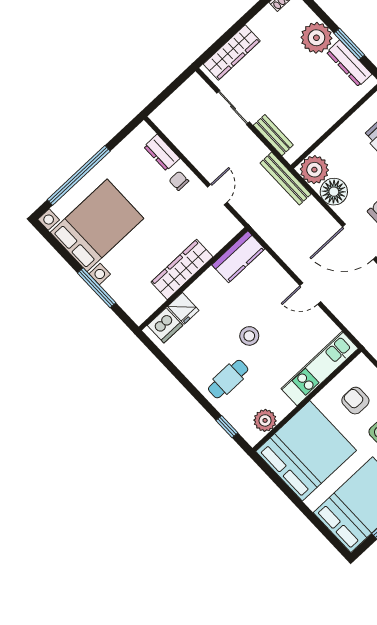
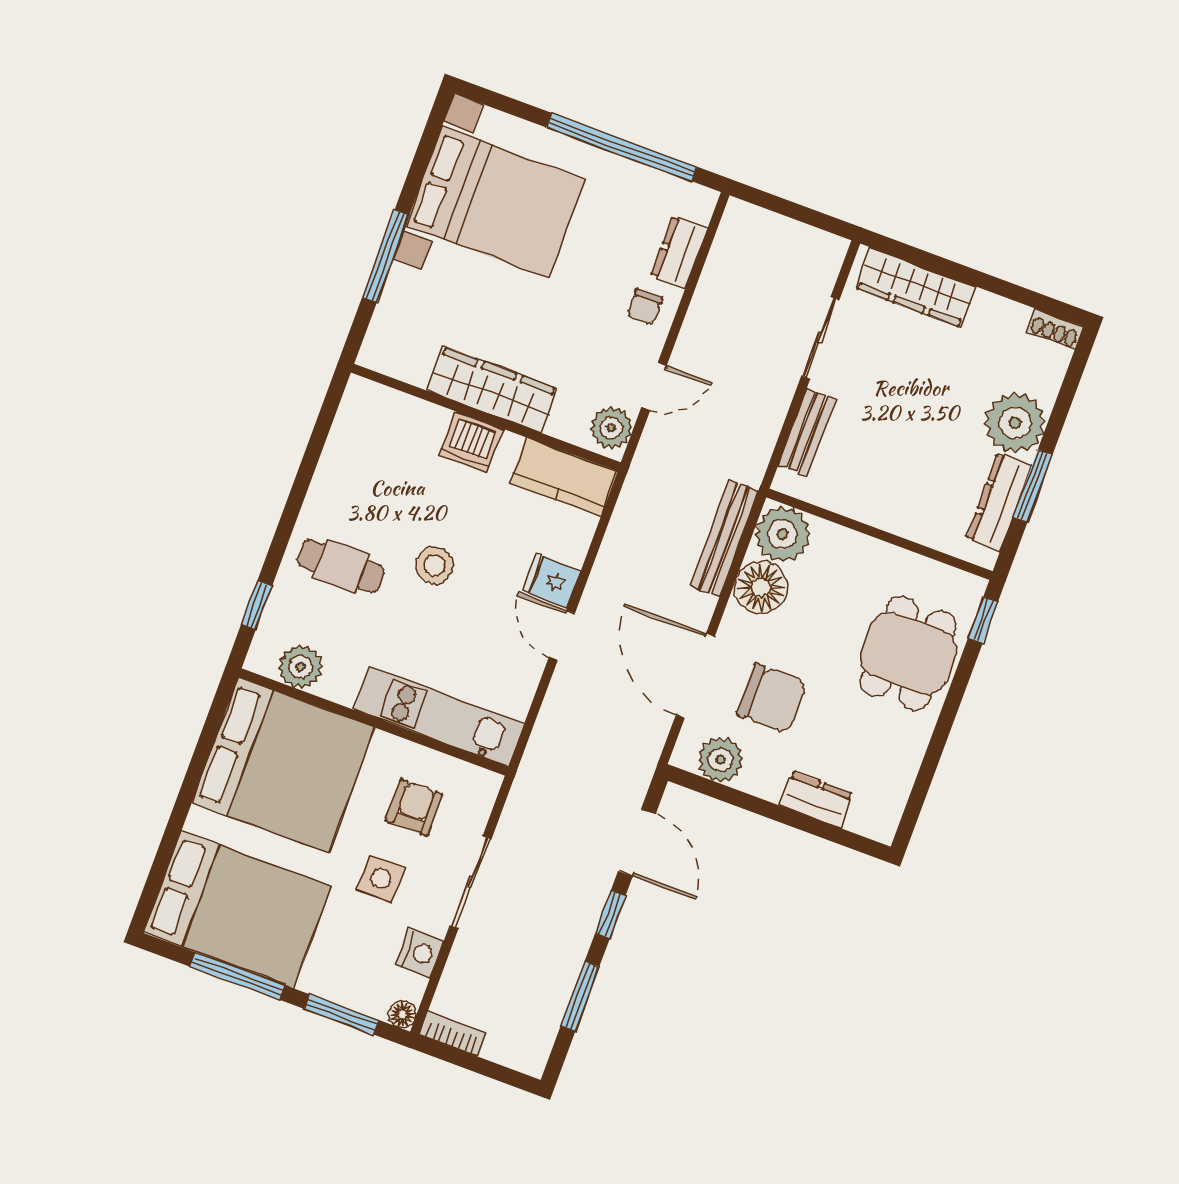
window: (79, 175) -> (622, 147), moved
bench: (285, 179) -> (724, 538), moved
chair: (179, 181) -> (645, 307), turned 180
plant: (227, 224) -> (611, 428), added
fridge: (183, 308) -> (551, 581), moved, turned 90
dishwasher: (165, 325) -> (471, 442), moved

